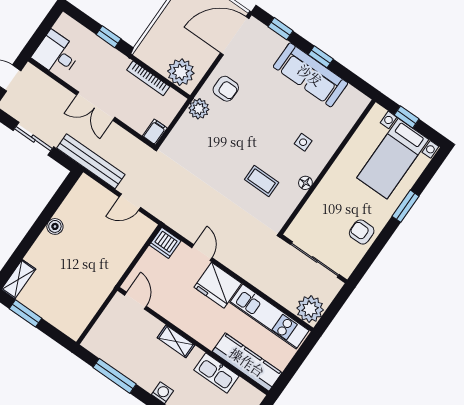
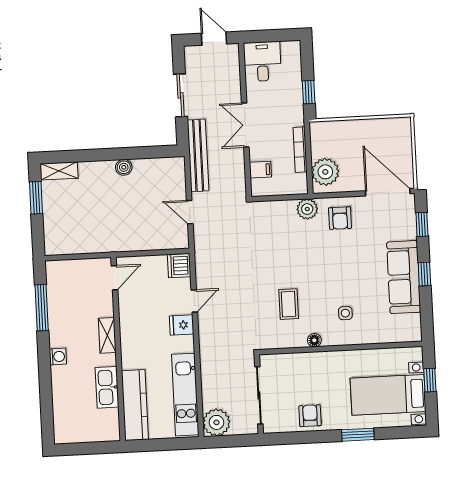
filing cabinet: (155, 132) -> (260, 170), moved
fridge: (218, 285) -> (182, 325), width x0.53, depth x0.75

